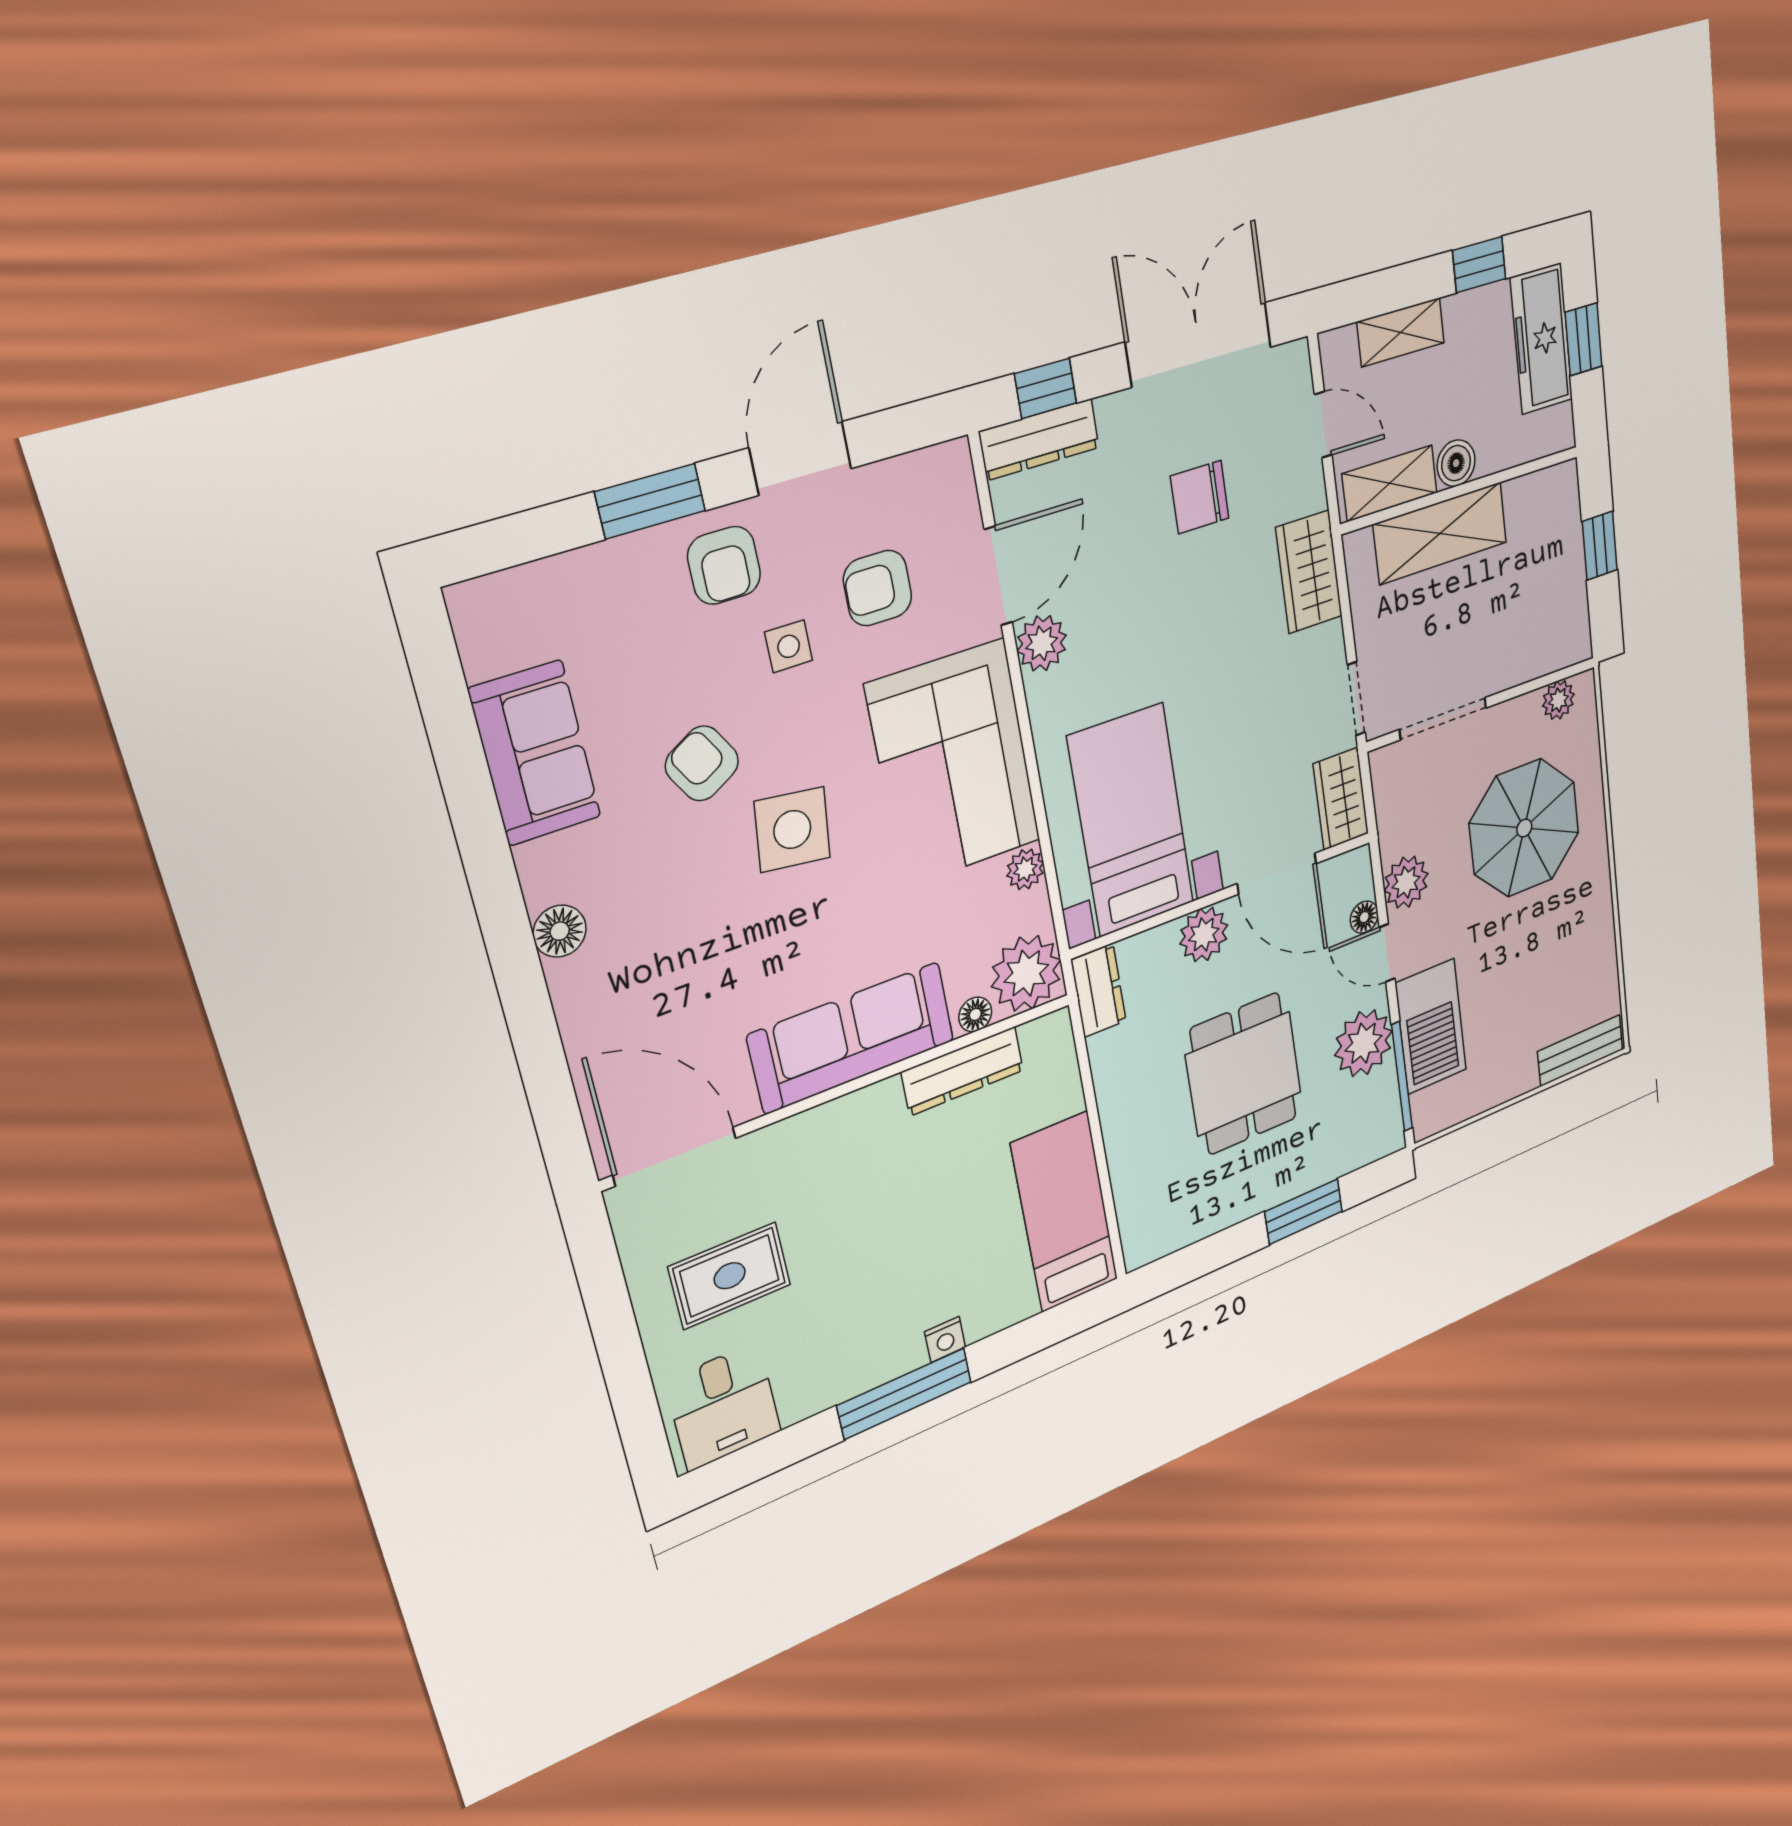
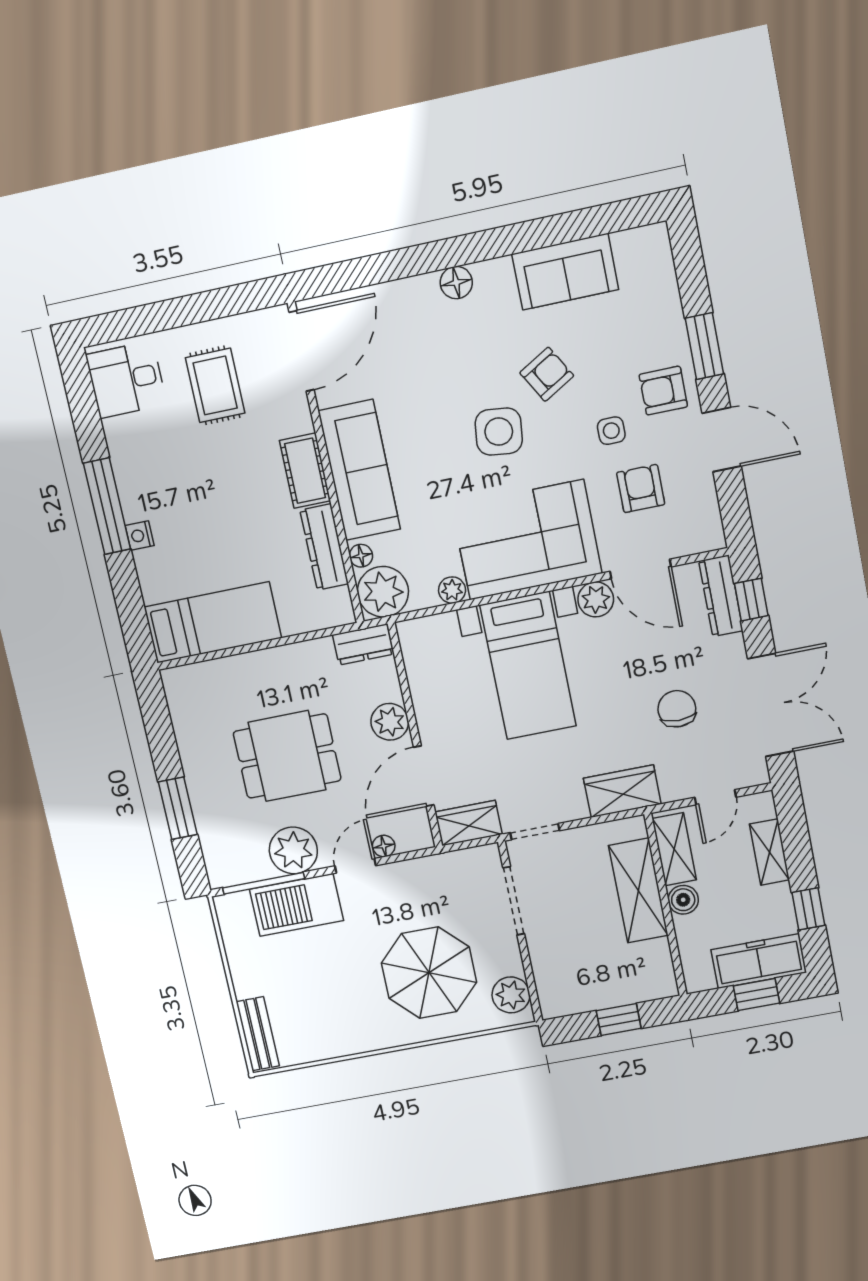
plant: (1558, 700) -> (511, 995), width x1.38, depth x1.38
bed with nightstands: (1131, 821) -> (528, 666), moved, turned 90
plant: (1406, 882) -> (404, 878), removed
cot: (853, 1119) -> (305, 471), added

